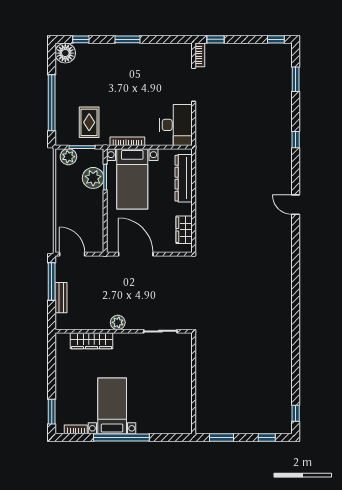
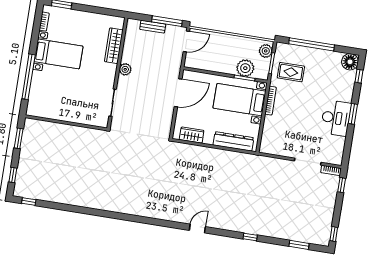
desk: (176, 125) -> (336, 118), moved, turned -90
window: (121, 437) -> (29, 77), moved

